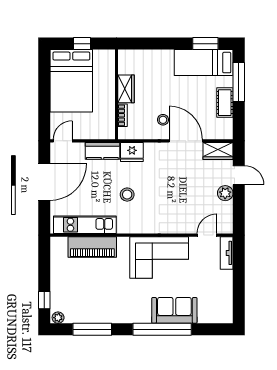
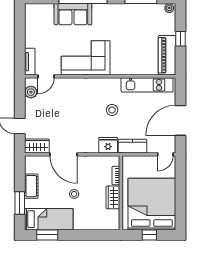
bed: (71, 81) -> (152, 204), width x1.36
window: (239, 82) -> (20, 203), width x0.69
stool: (163, 120) -> (74, 194), moved
plant: (225, 193) -> (31, 92), moved
piano: (92, 247) -> (167, 55), moved, turned -90
window: (44, 300) -> (181, 39), moved

